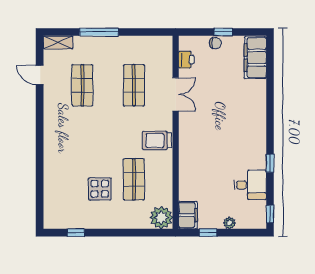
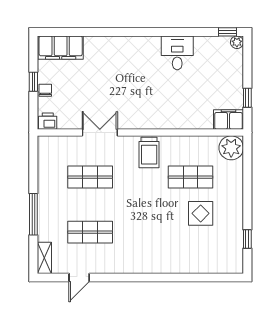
printer: (186, 60) -> (48, 121), moved
window: (270, 163) -> (173, 32), removed
desk: (250, 185) -> (177, 53), moved
plant: (230, 223) -> (237, 42), moved

